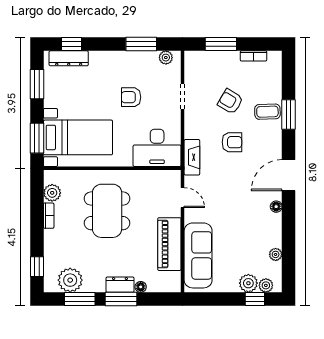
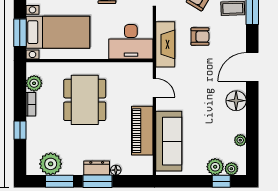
fireplace: (192, 157) -> (165, 44), width x1.37, depth x1.32
floor lamp: (276, 207) -> (236, 101), width x1.89, depth x1.89
window: (37, 267) -> (20, 130), moved

